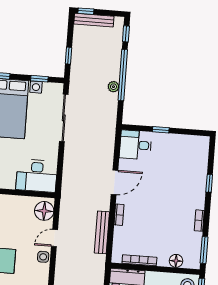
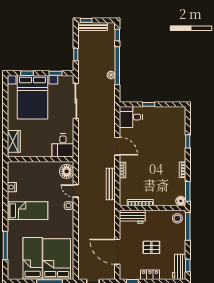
desk: (37, 176) -> (63, 146), width x0.73
door: (114, 182) -> (117, 146), hinge flipped
door: (54, 238) -> (76, 191), hinge flipped
floor lamp: (176, 261) -> (181, 201), moved

